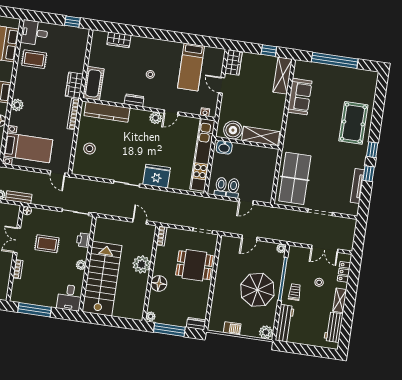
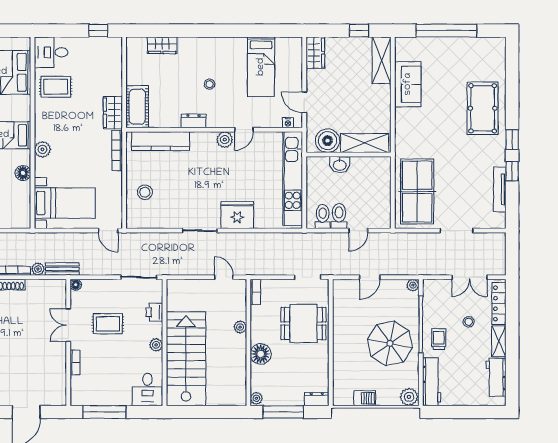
door: (222, 85) -> (304, 102), moved
washbasin: (224, 147) -> (340, 165), moved
plant: (142, 264) -> (240, 327), width x0.53, depth x0.53
locker: (344, 272) -> (499, 303), width x1.53

